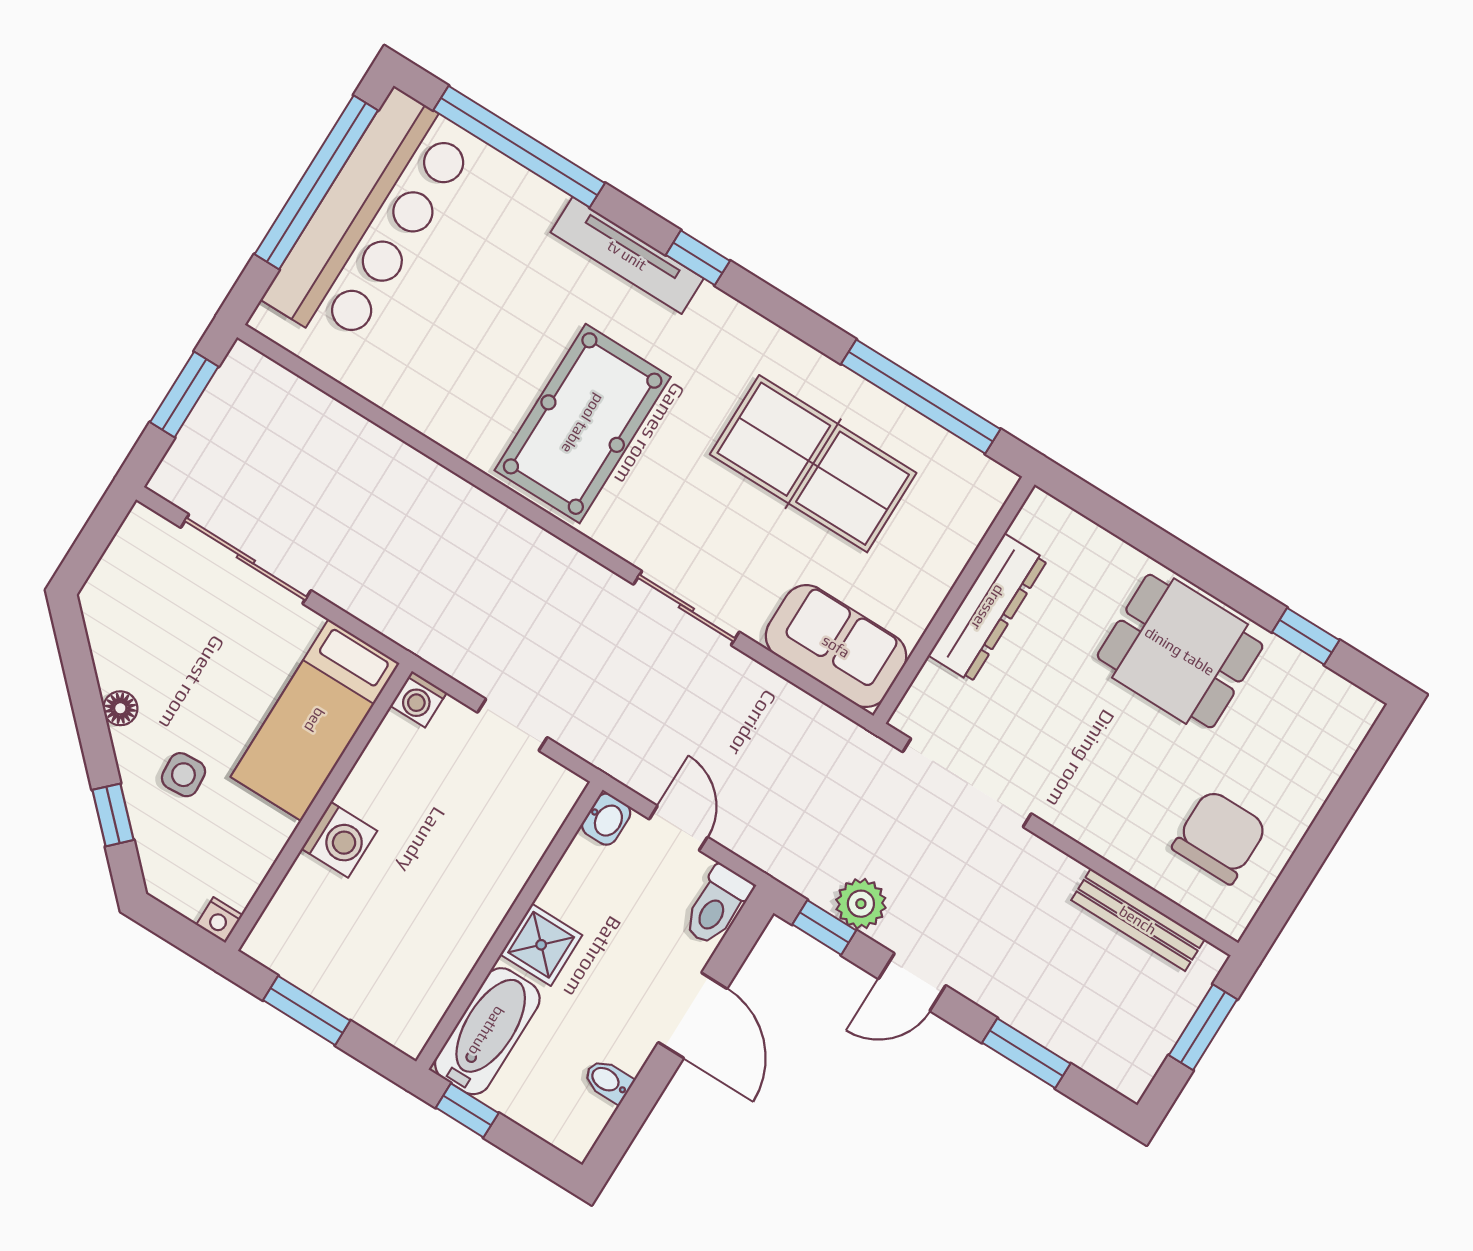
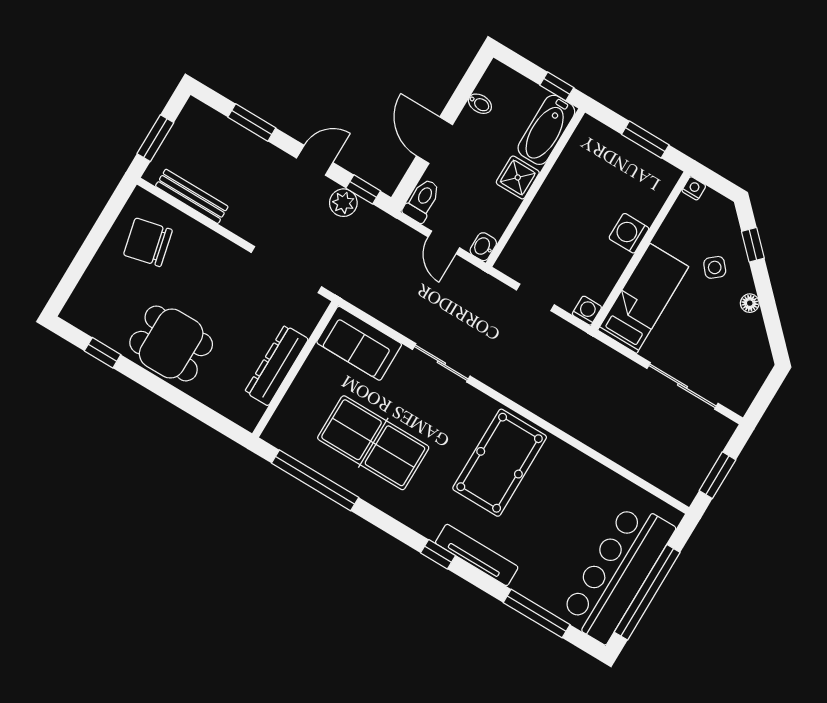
window: (519, 147) -> (537, 614), width x0.68
side table: (183, 775) -> (715, 267), turned -36
chair: (1220, 837) -> (148, 242), turned 77

